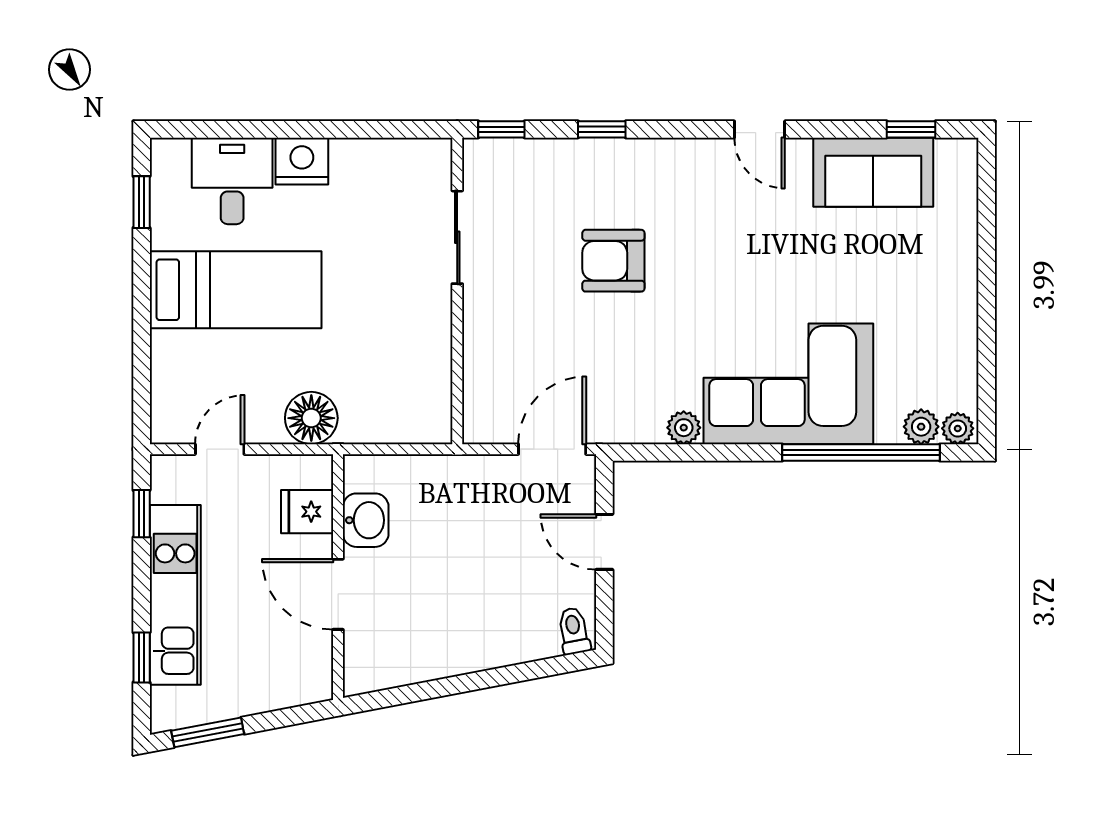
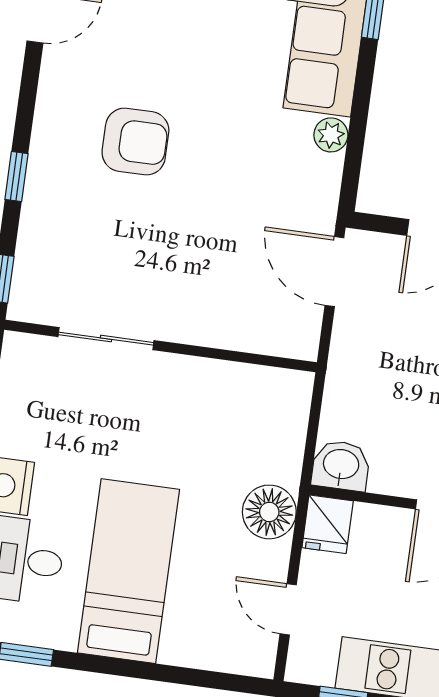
armchair: (613, 261) -> (135, 142), moved, turned -90
fridge: (307, 512) -> (328, 524), moved
washbasin: (366, 520) -> (341, 465), moved

